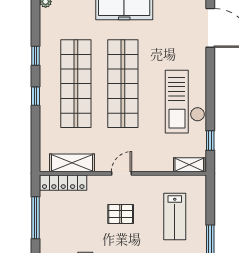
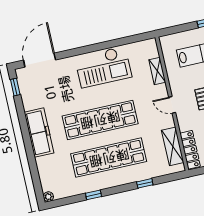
window: (36, 96) -> (145, 183), moved
window: (210, 141) -> (130, 40), removed
shelving: (189, 165) -> (157, 71), moved

